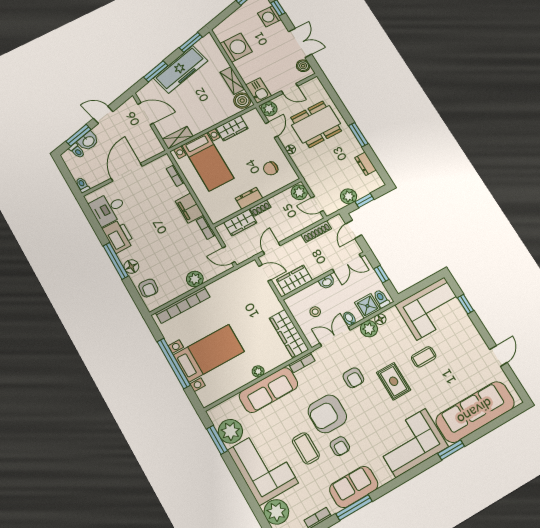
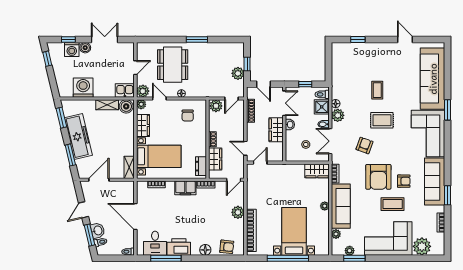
boiler: (303, 66) -> (85, 48), moved
plant: (254, 115) -> (141, 104), added
dresser: (366, 164) -> (221, 47), removed
dresser: (249, 198) -> (201, 166), moved
window: (116, 261) -> (166, 258), moved
wardrobe: (294, 280) -> (276, 130), moved
corner sofa: (431, 308) -> (348, 65), removed
wardrobe: (289, 334) -> (317, 171), width x0.67
armchair: (353, 378) -> (364, 145), turned -70
plant: (233, 403) -> (336, 234), added
plant: (230, 431) -> (350, 251), width x0.53, depth x0.53
sofa: (354, 487) -> (435, 181), width x1.36
window: (354, 507) -> (448, 195), width x0.69

